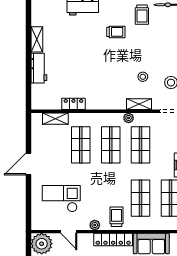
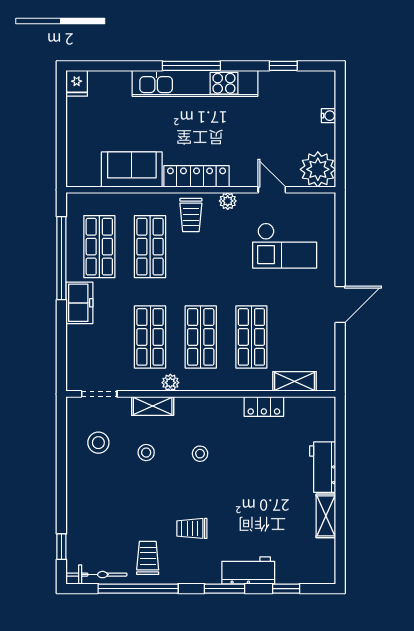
stool: (111, 76) -> (200, 454), added

